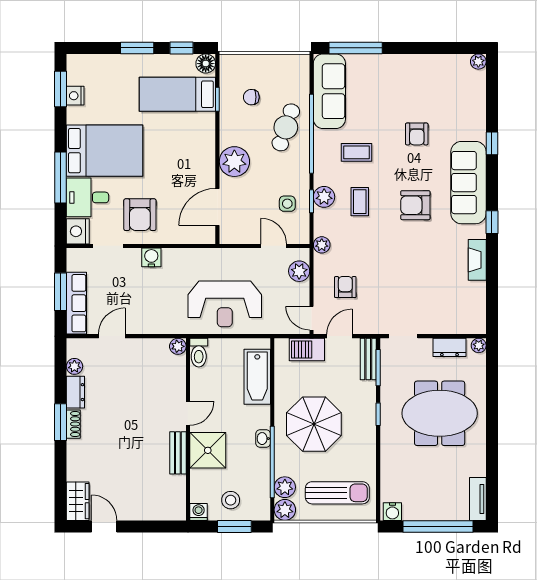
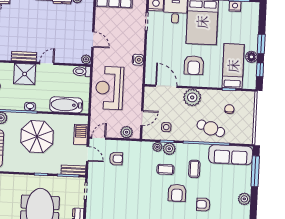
floor lamp: (206, 64) -> (251, 57), moved
plant: (404, 64) -> (244, 199), added
armchair: (415, 205) -> (177, 193), moved, turned 180
armchair: (140, 215) -> (194, 65), moved, turned -90
plant: (322, 245) -> (157, 147), moved
water cooler: (151, 257) -> (138, 60), moved
door: (112, 336) -> (93, 40), moved
door: (188, 413) -> (47, 63), swing flipped

